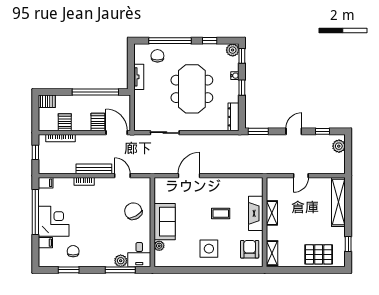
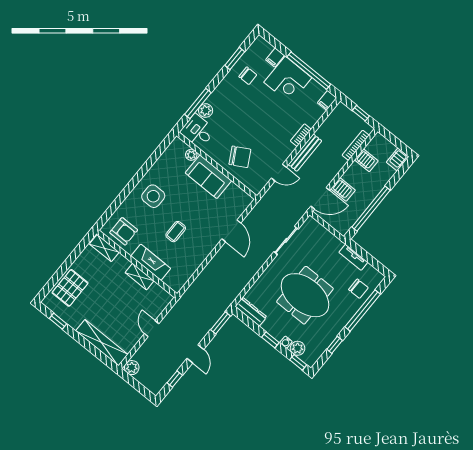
plant: (233, 50) -> (298, 348), moved
plant: (339, 146) -> (132, 368), moved

